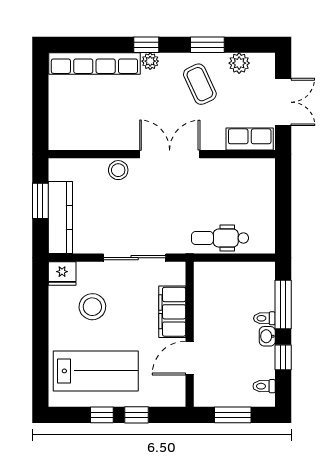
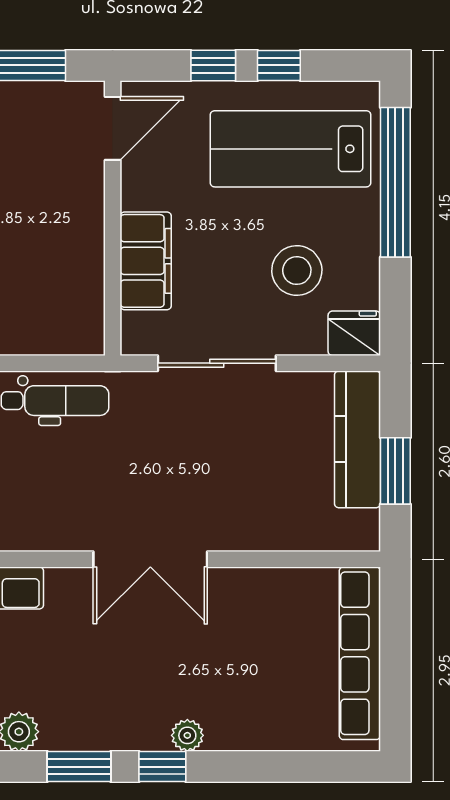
window: (146, 45) -> (162, 767), moved
row of seats: (94, 64) -> (360, 653), moved, turned -90
coffee table: (200, 84) -> (93, 692), removed
stool: (118, 170) -> (248, 529), removed
window: (40, 353) -> (395, 182), added
door: (190, 358) -> (113, 128), moved

